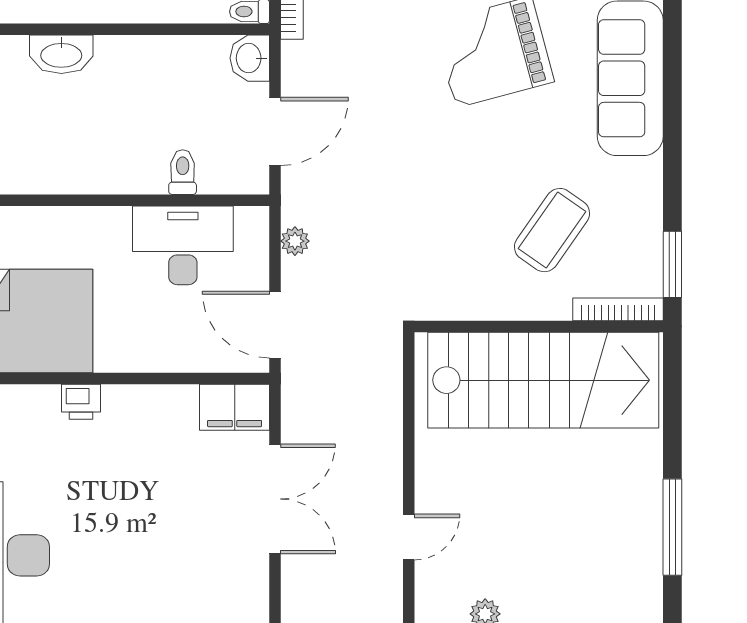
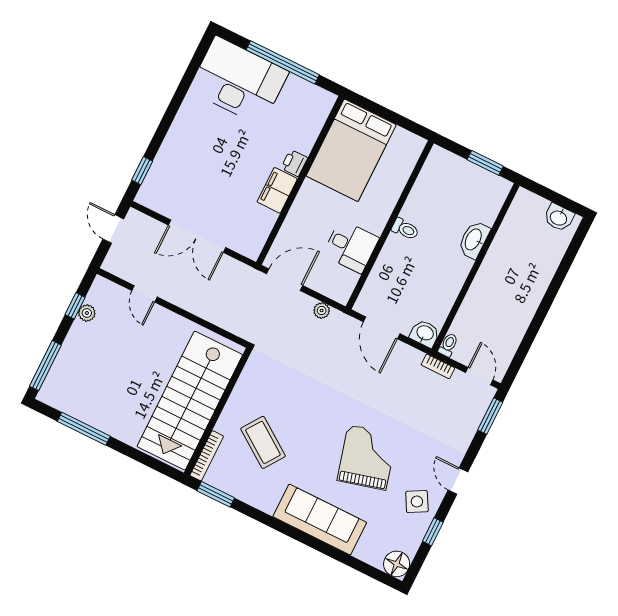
toilet: (183, 172) -> (405, 229), moved
desk: (183, 245) -> (351, 246), width x0.73
filing cabinet: (235, 407) -> (277, 190), moved

